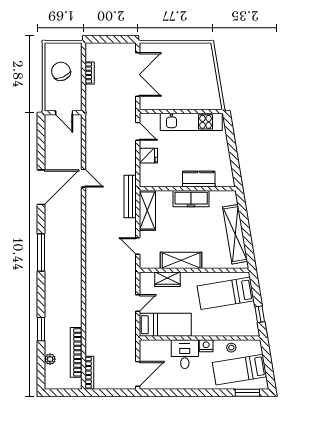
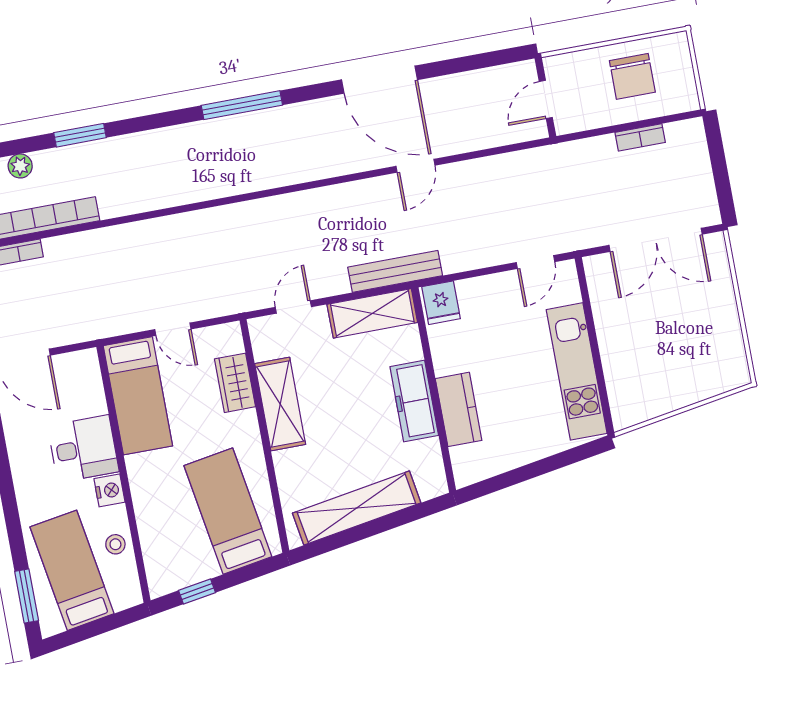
chair: (61, 71) -> (632, 76), turned 113
fridge: (148, 156) -> (441, 303), moved

